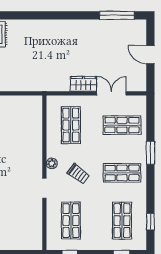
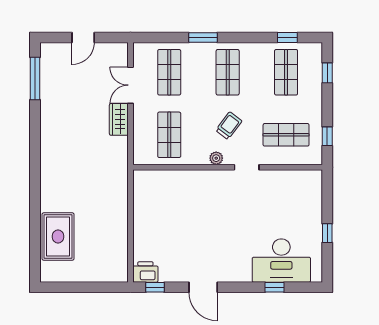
shop shelf: (71, 125) -> (169, 135), turned 90
shop shelf: (122, 221) -> (286, 72), turned 90

